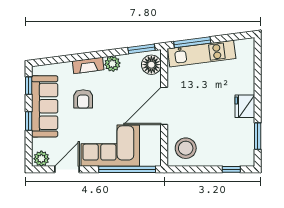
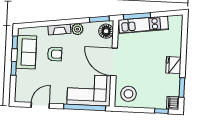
armchair: (83, 99) -> (55, 54), turned -90
sofa: (45, 106) -> (26, 52), width x0.73
door: (164, 106) -> (114, 62), hinge flipped
corner sofa: (110, 146) -> (89, 90), moved
dishwasher: (246, 158) -> (173, 103), added
plant: (41, 159) -> (22, 96), removed

